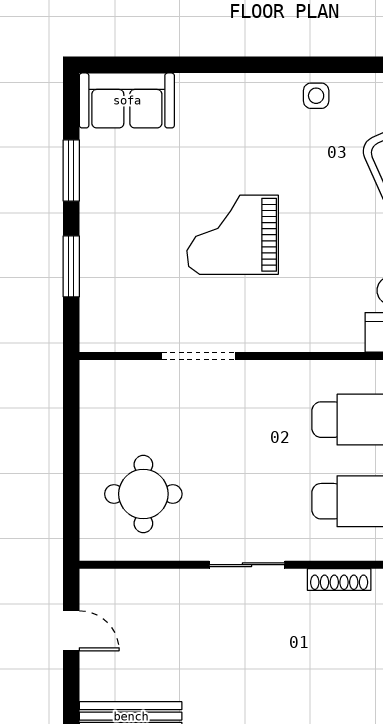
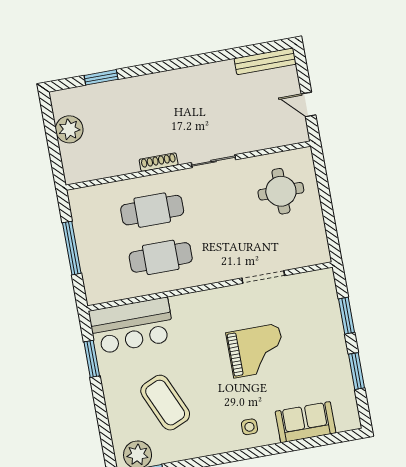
side table: (316, 96) -> (249, 427), moved
sofa: (127, 100) -> (306, 422), moved

